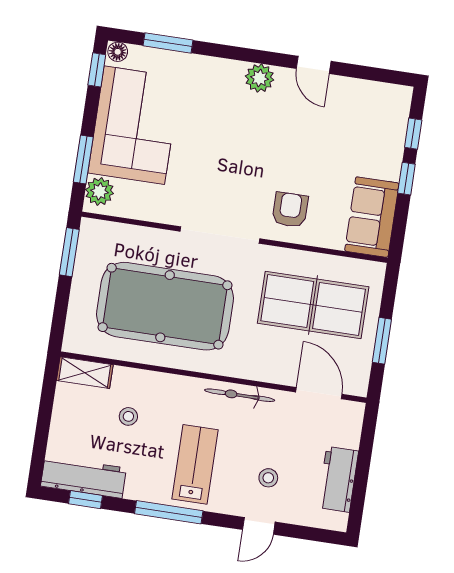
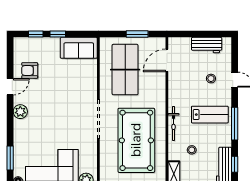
armchair: (290, 210) -> (30, 71), moved
bicycle: (240, 395) -> (173, 123), moved
lab bench: (195, 464) -> (210, 115), turned 180

